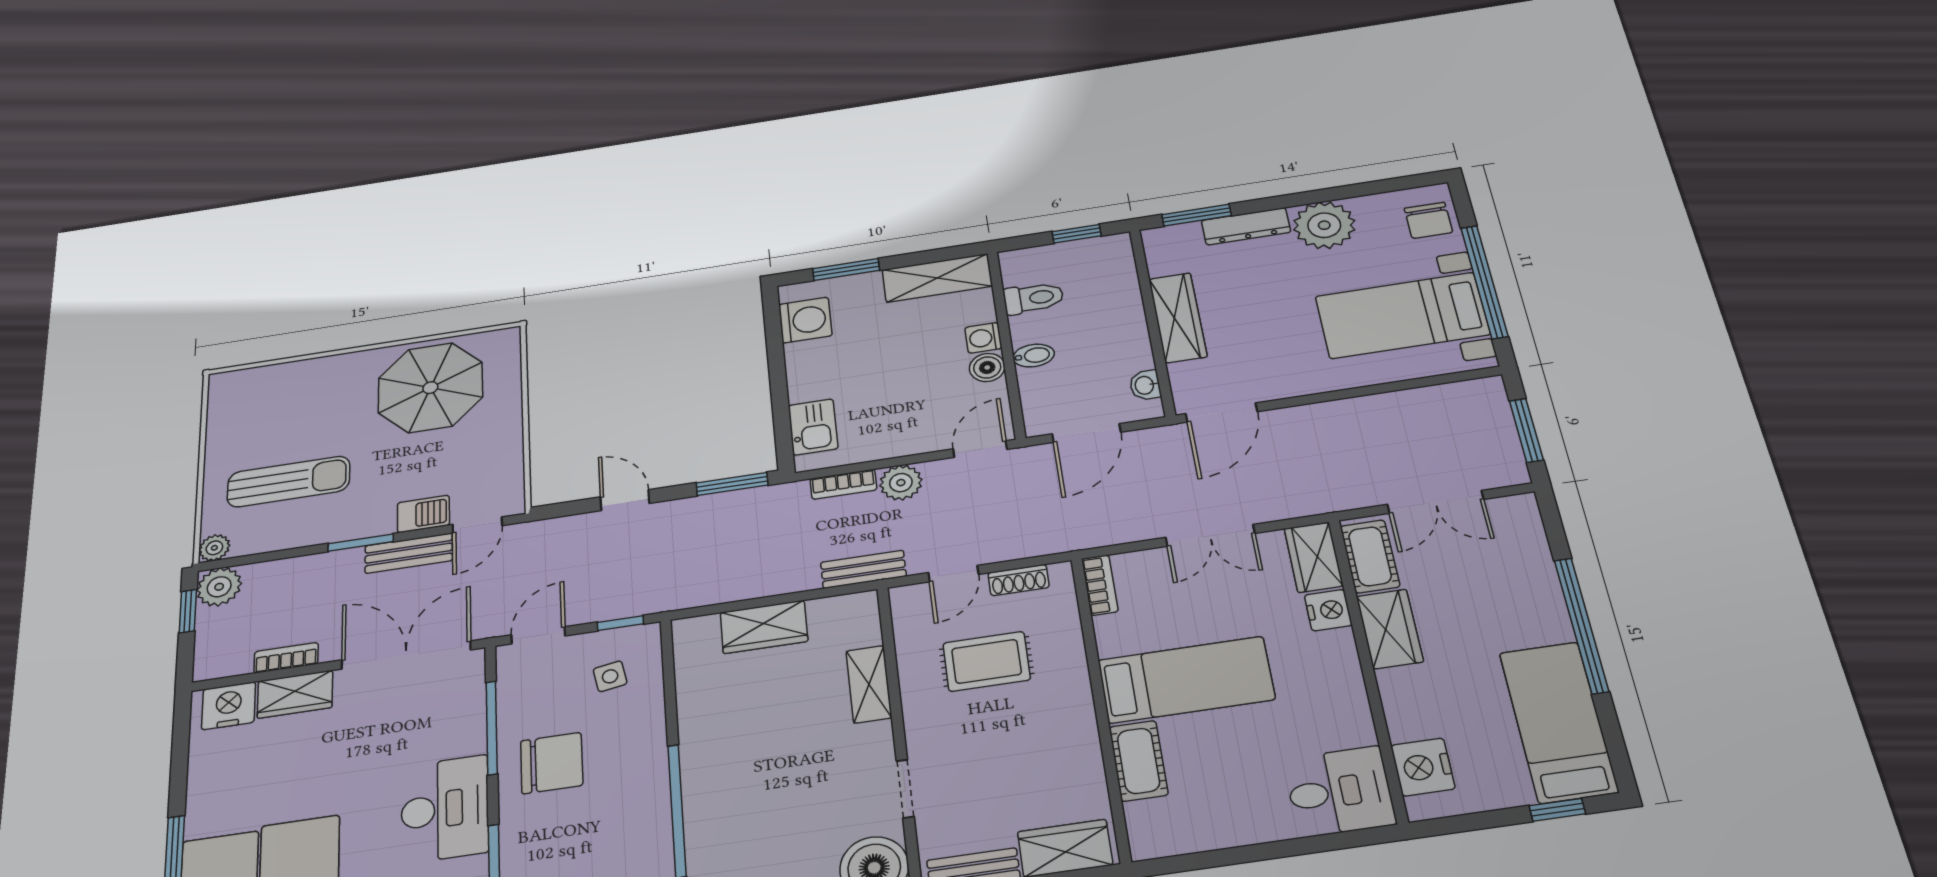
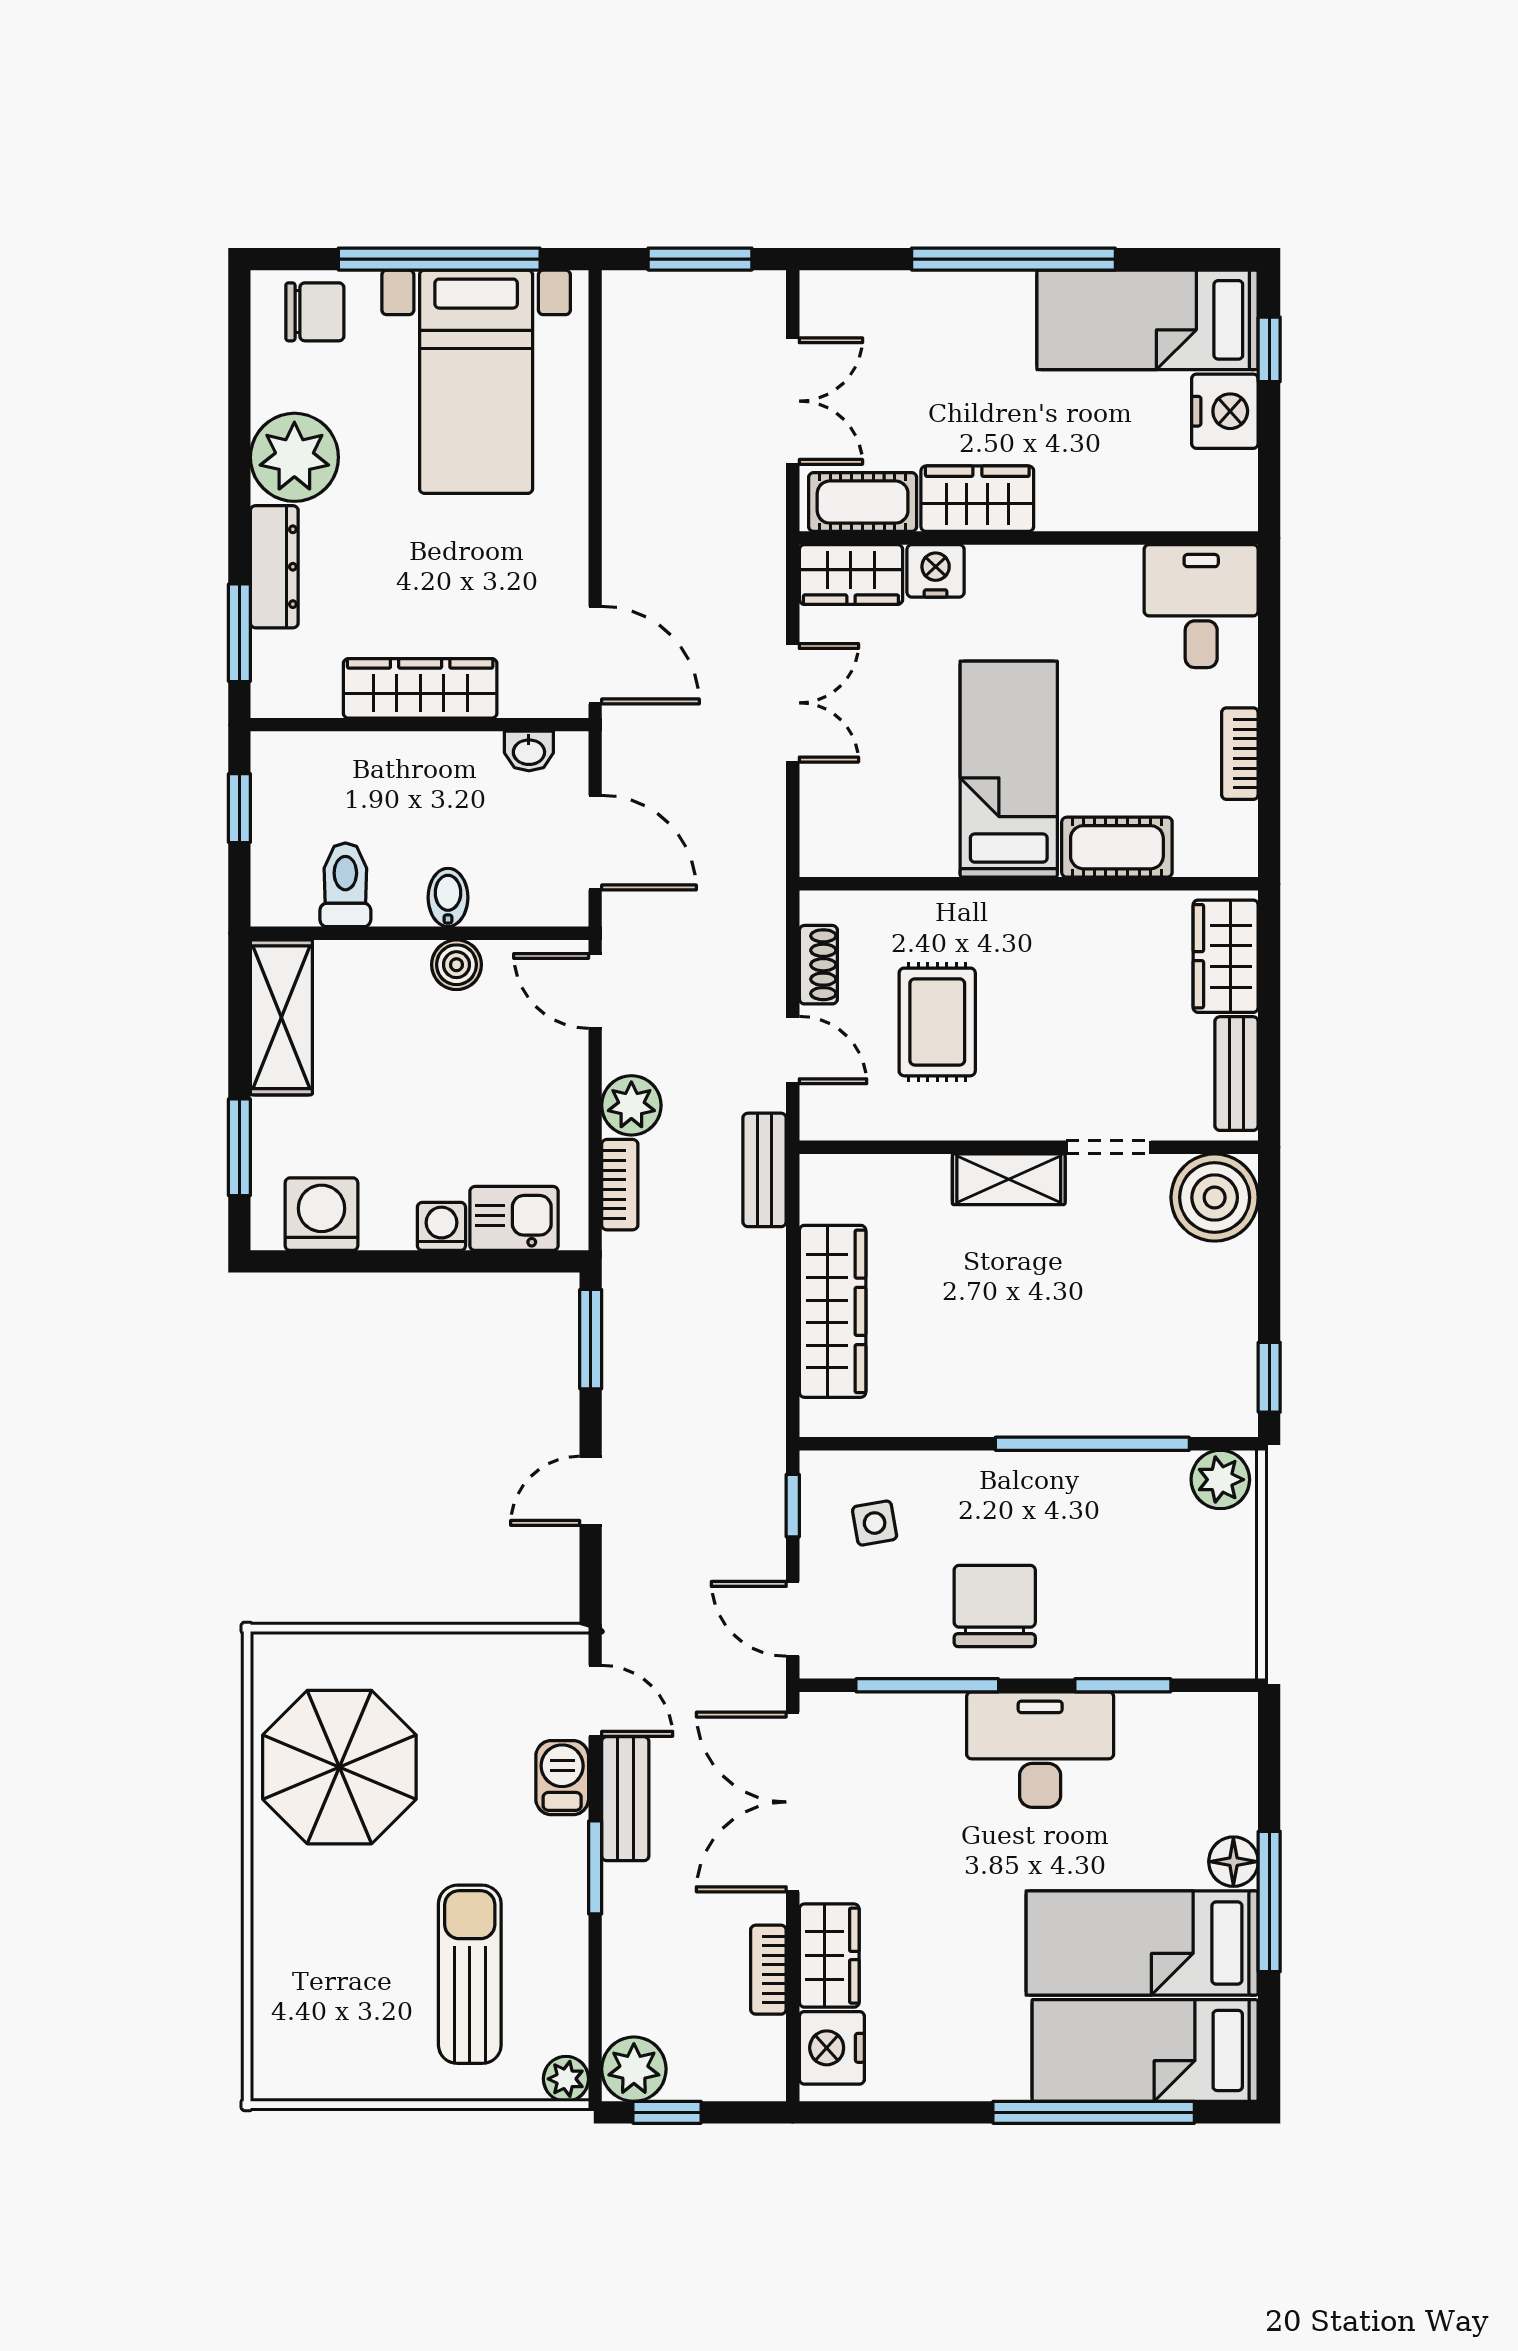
washing machine: (983, 338) -> (441, 1226), moved, turned 180
bookcase: (1100, 585) -> (1240, 754), moved, turned -90
wardrobe: (764, 627) -> (833, 1311), width x1.50
shelving: (869, 684) -> (1009, 1179), moved
nightstand: (1423, 767) -> (1225, 411), moved, turned -90

